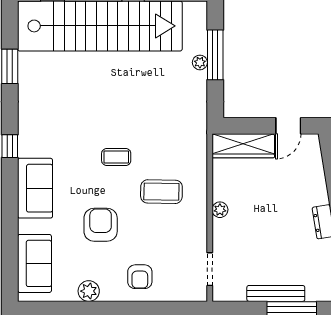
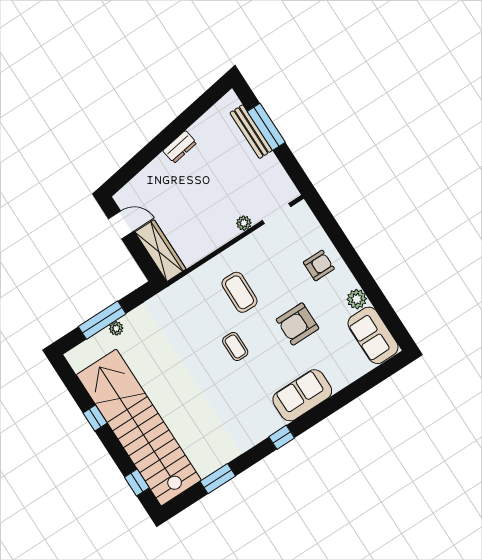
plant: (220, 210) -> (244, 223), moved
sofa: (34, 263) -> (373, 335), moved, turned -90
bench: (276, 293) -> (251, 132), moved

